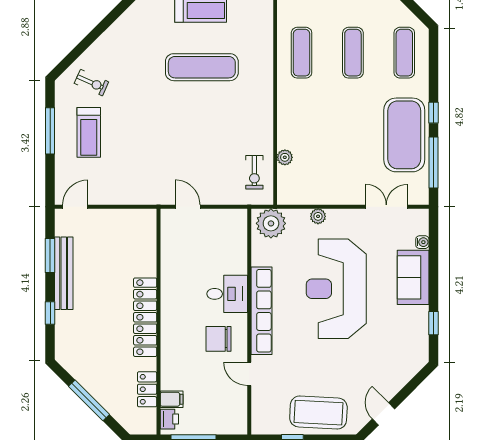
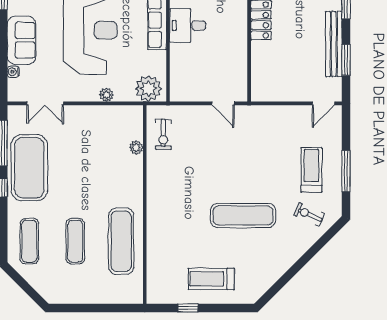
exercise mat: (302, 53) -> (121, 241), width x1.36, depth x1.45
exercise mat: (202, 67) -> (243, 215), moved
exercise bike: (254, 172) -> (163, 134), turned 180

